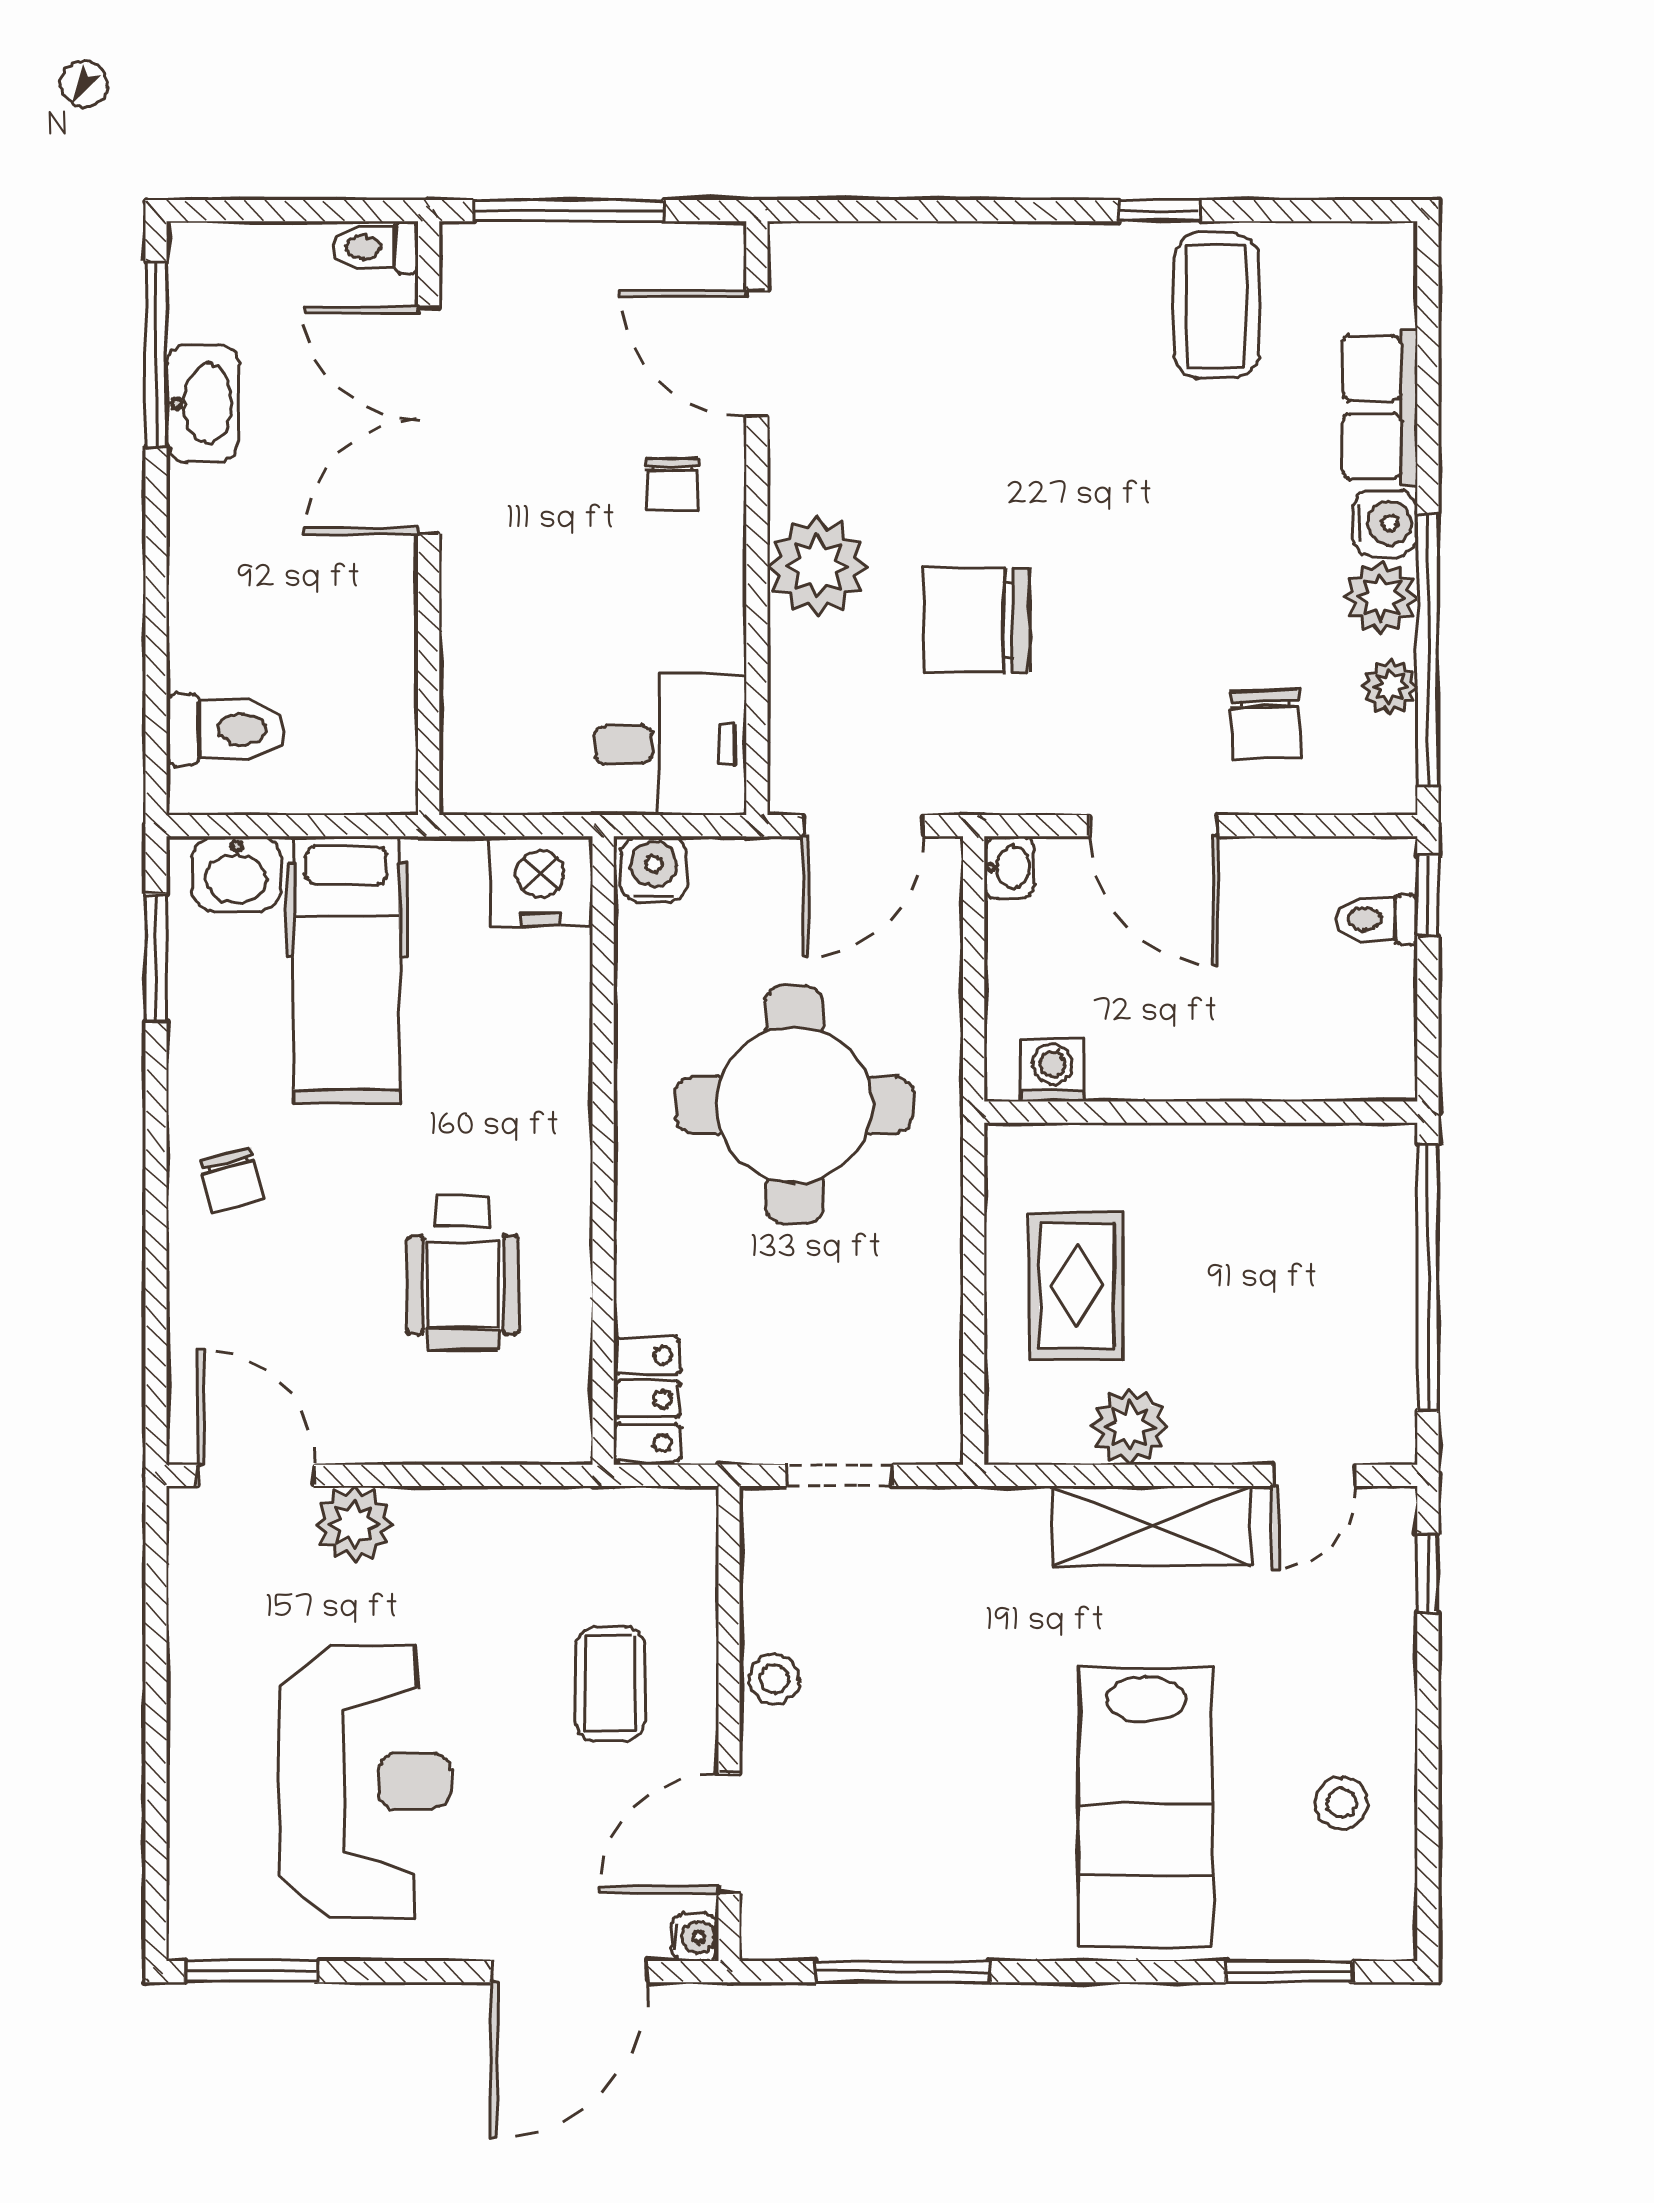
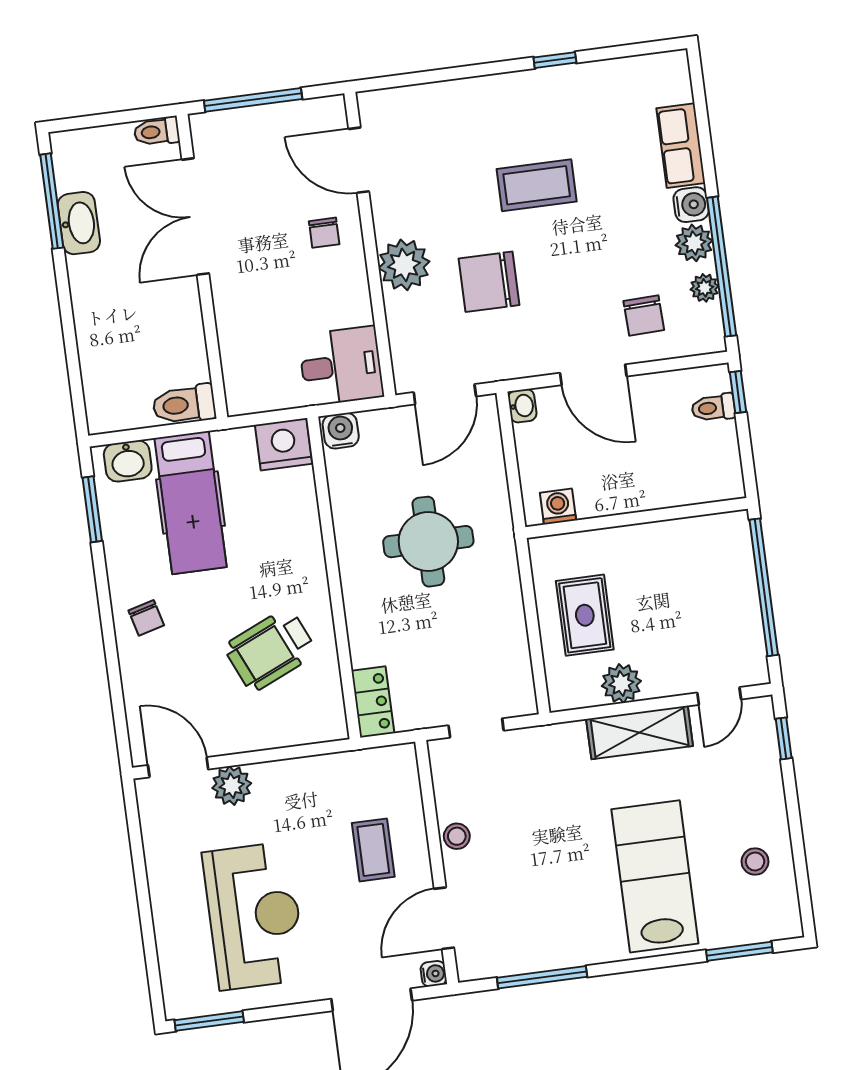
coffee table: (1216, 306) -> (537, 185), moved, turned 90
toilet: (226, 729) -> (184, 405), moved, turned 180
round table: (794, 1105) -> (428, 542), width x0.73, depth x0.73
wheelchair: (463, 1273) -> (270, 650), turned 66
lab bench: (1145, 1806) -> (655, 876), turned 180

